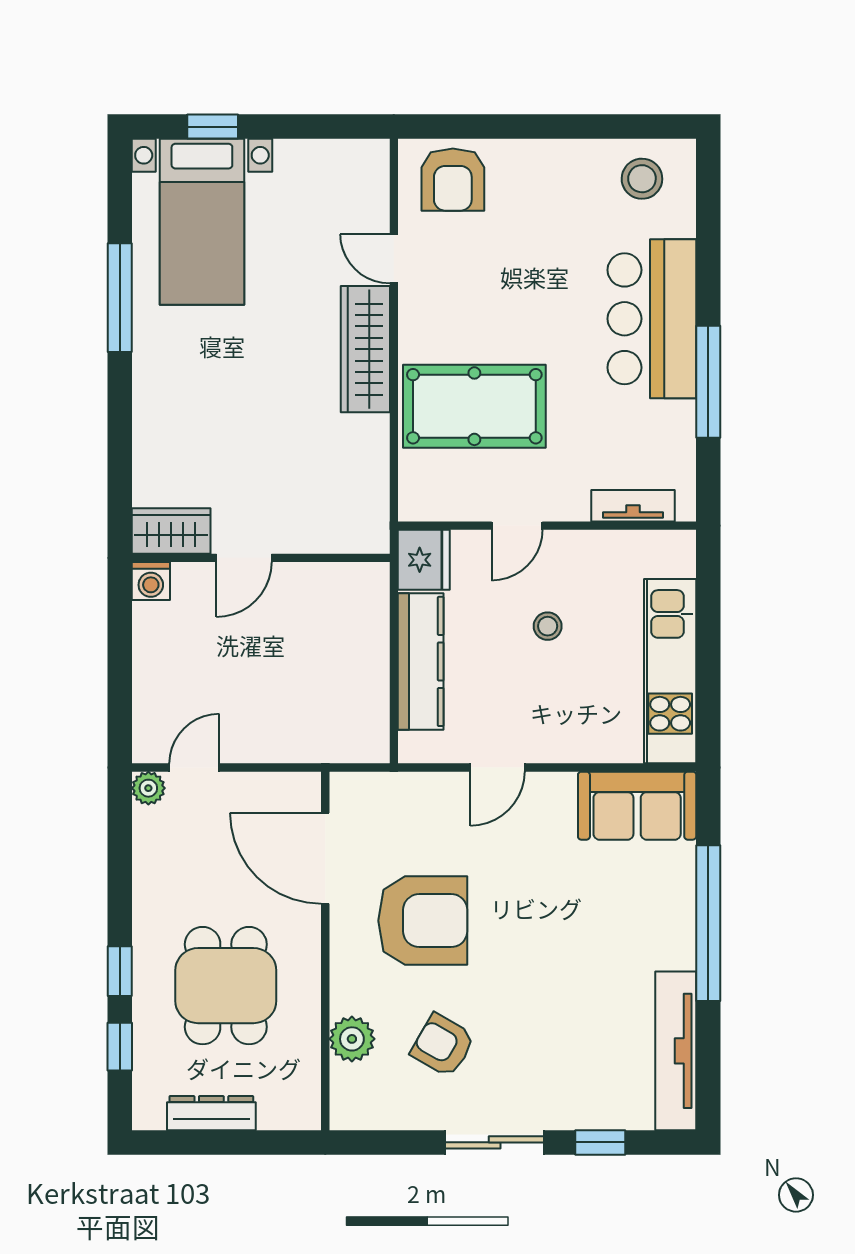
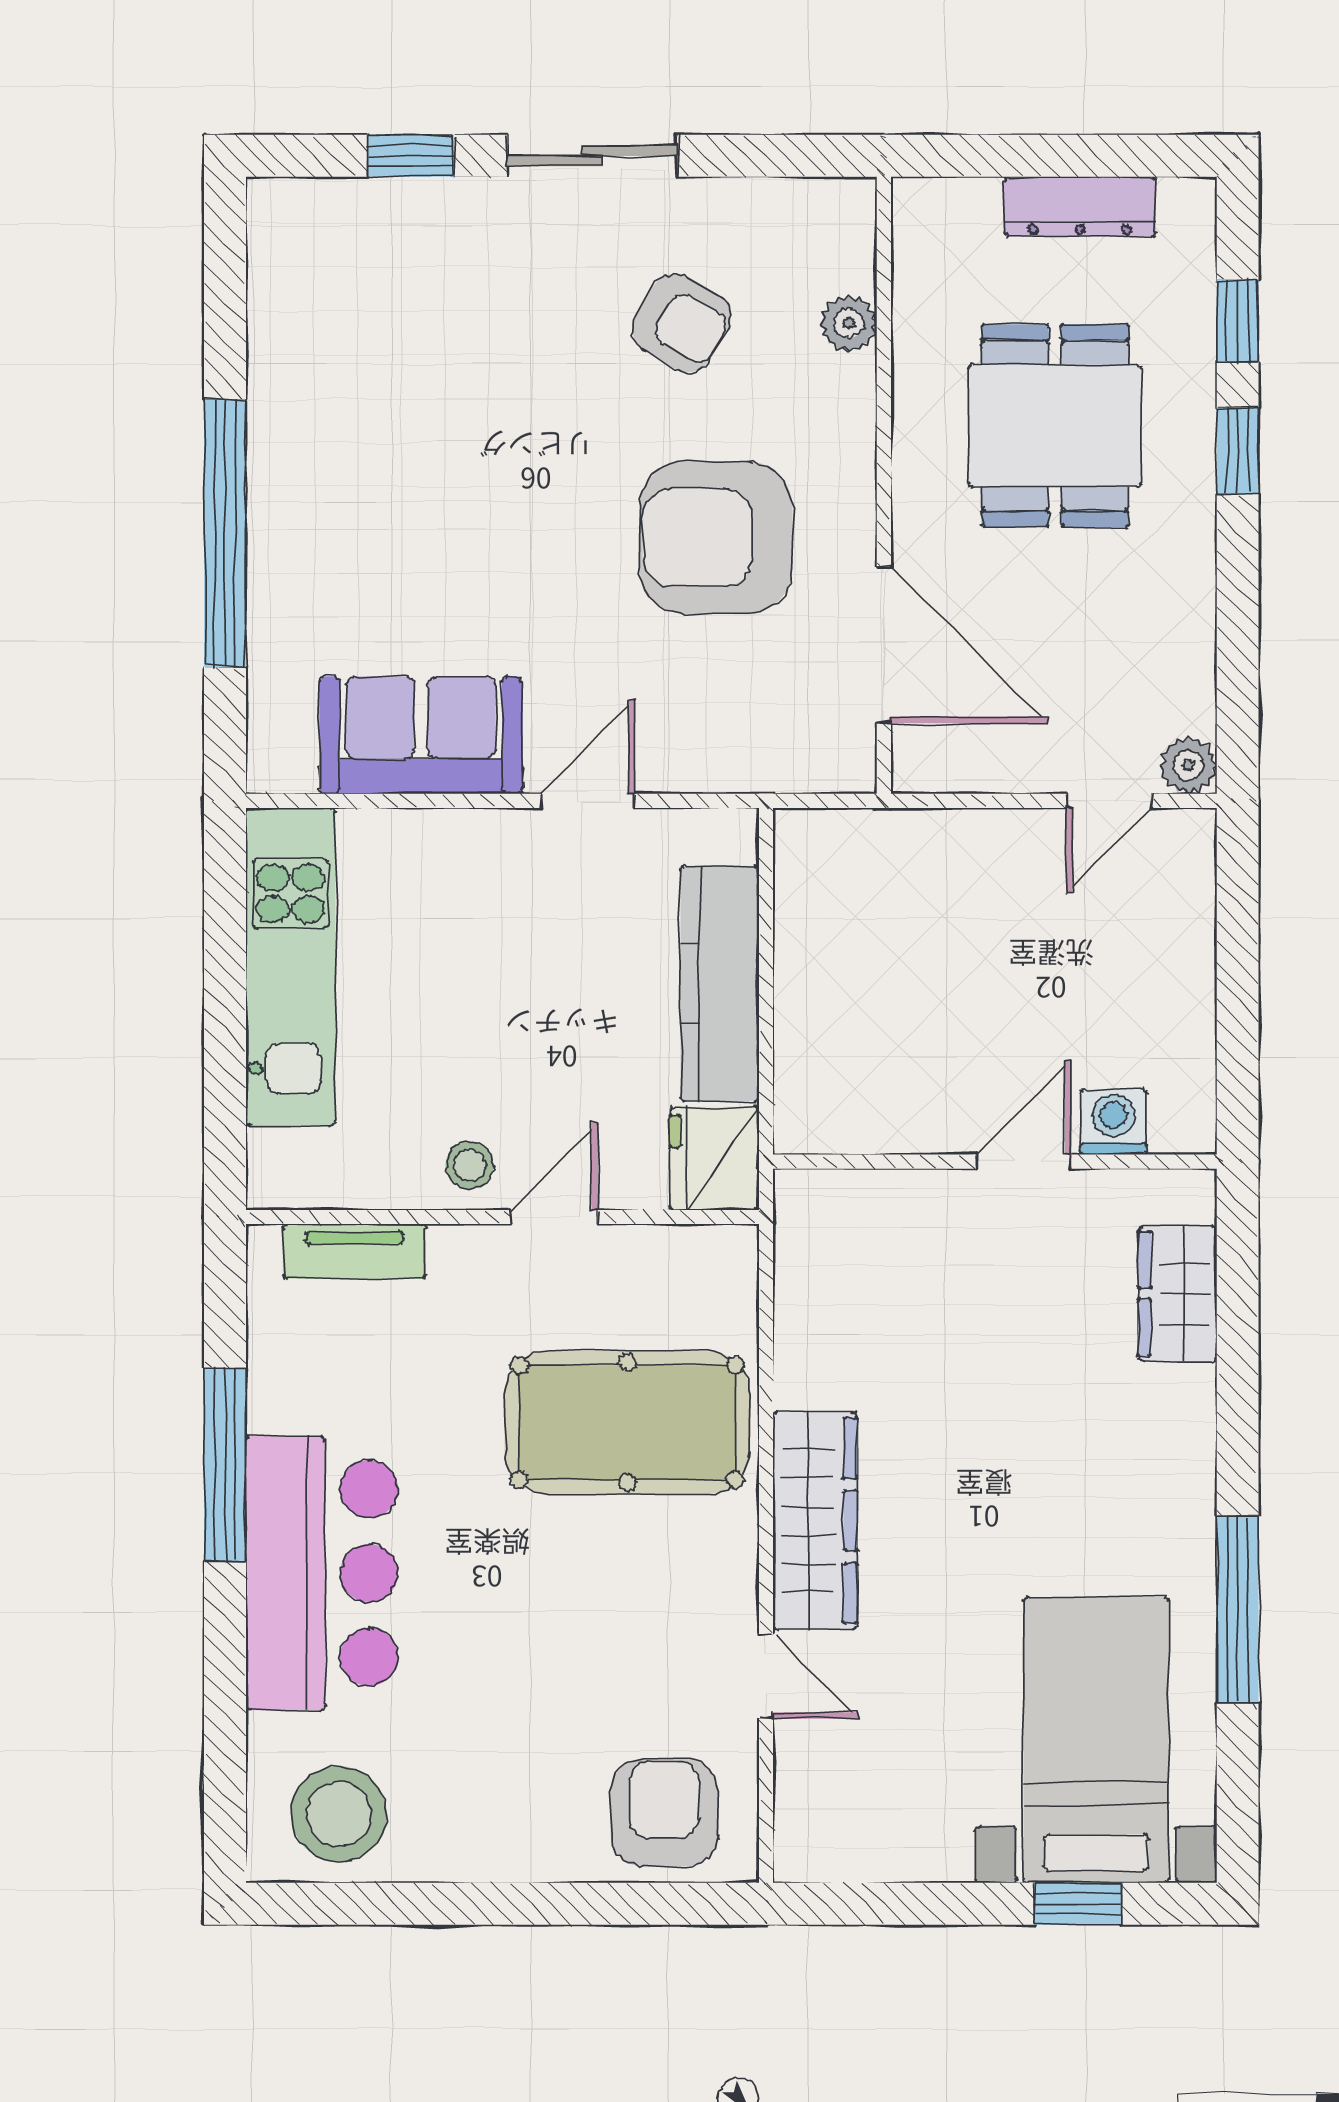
stool: (642, 179) -> (339, 1814), width x1.38, depth x1.38
wardrobe: (171, 531) -> (1178, 1294), moved, turned 90
washing machine: (151, 581) -> (1113, 1122), moved
stool: (548, 626) -> (470, 1165), moved
sofa: (637, 806) -> (421, 735), moved
plant: (352, 1039) -> (849, 323), width x0.73, depth x0.73
tv unit: (676, 1051) -> (281, 313), removed

